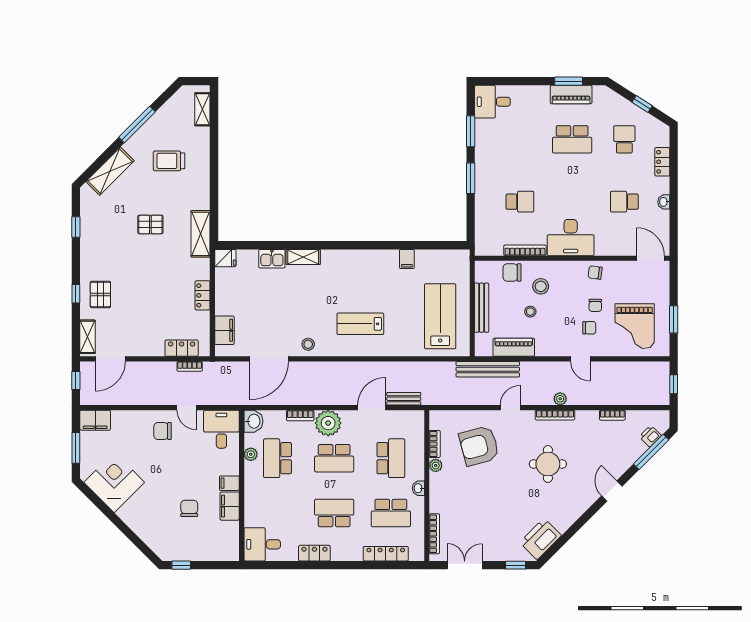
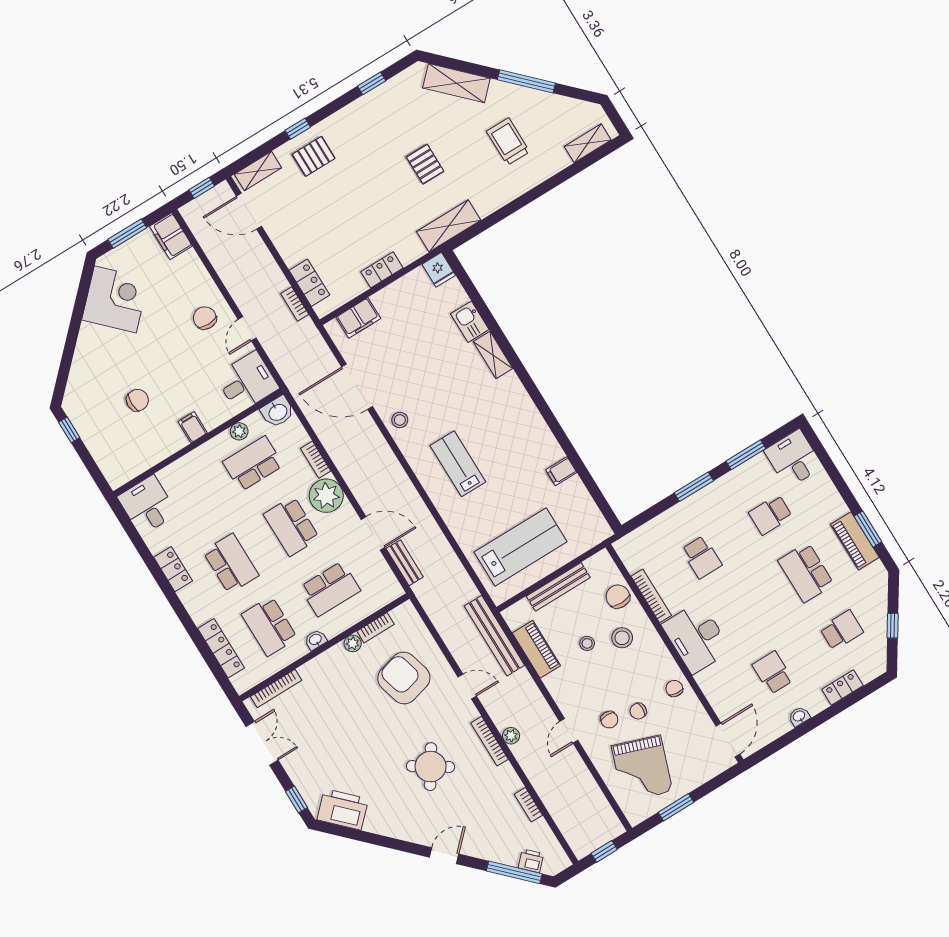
school desk: (520, 139) -> (770, 515), added
grand piano: (635, 326) -> (642, 769), turned -71
round table: (548, 464) -> (431, 767), turned 33
filing cabinet: (230, 506) -> (168, 443), removed

